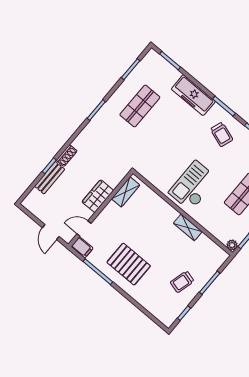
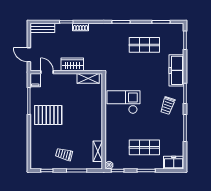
bench: (50, 178) -> (42, 28), moved
checkout: (193, 186) -> (123, 102), moved
shelving: (188, 227) -> (98, 151), moved
door: (51, 232) -> (29, 55), hinge flipped
pallet: (129, 264) -> (48, 115), turned 90

